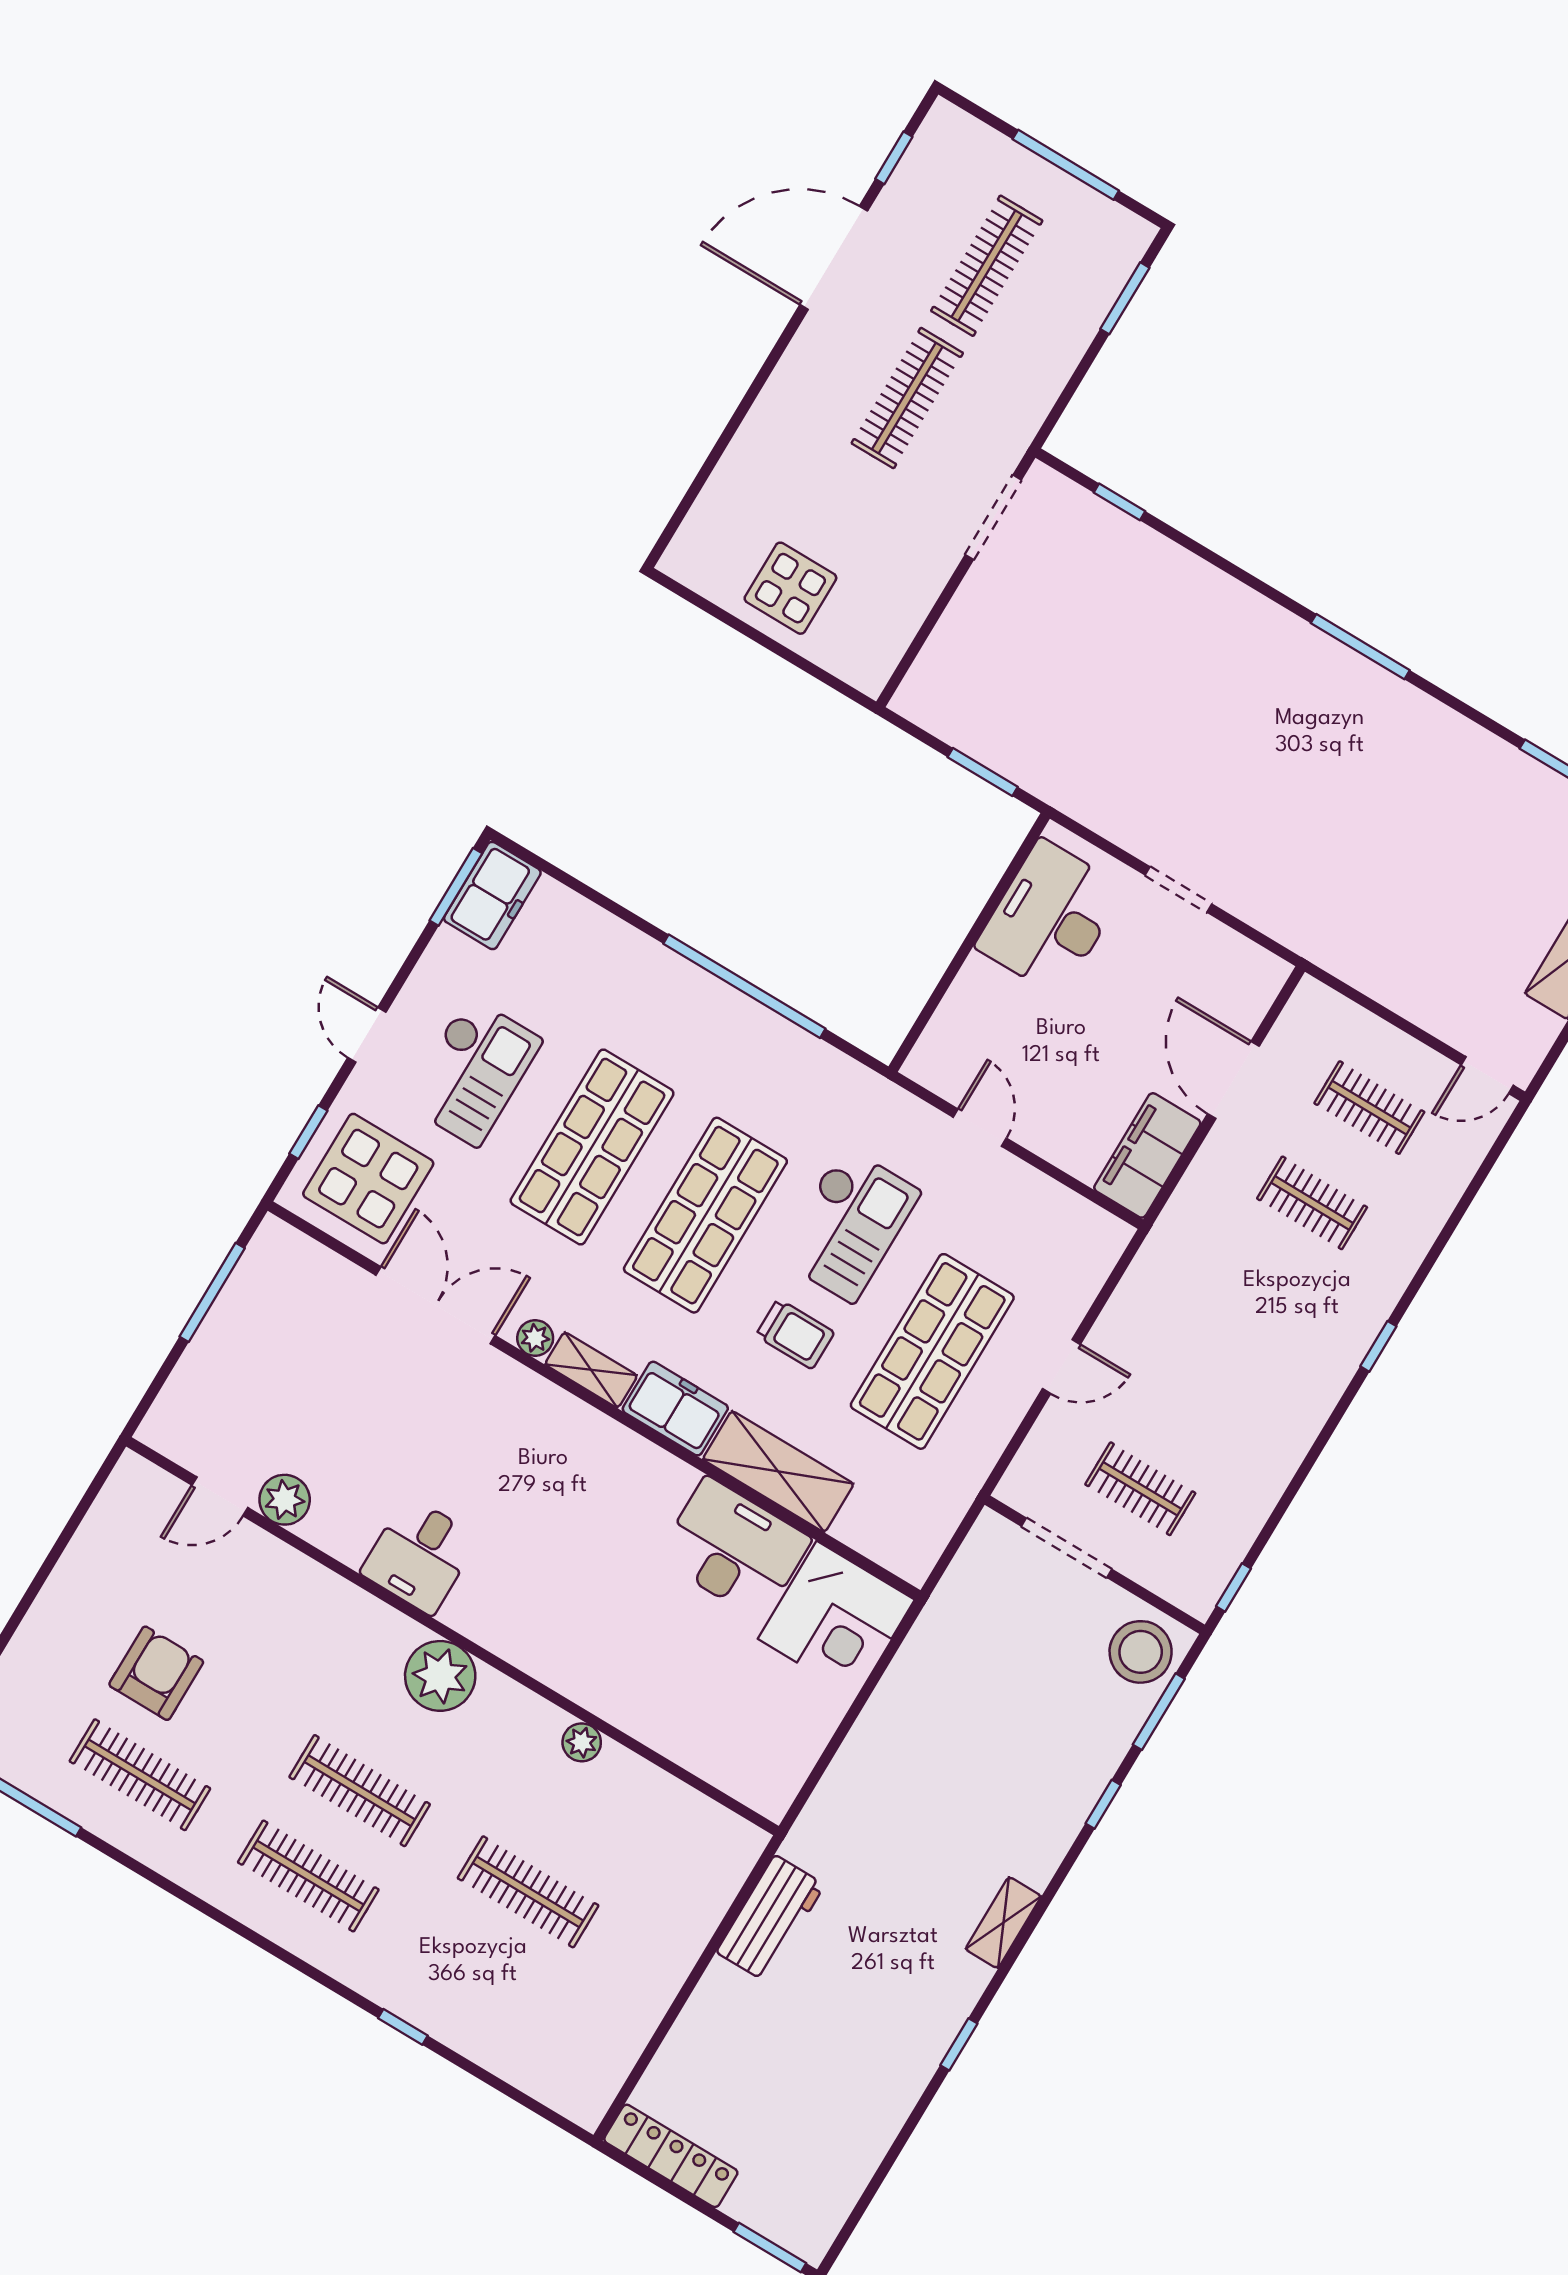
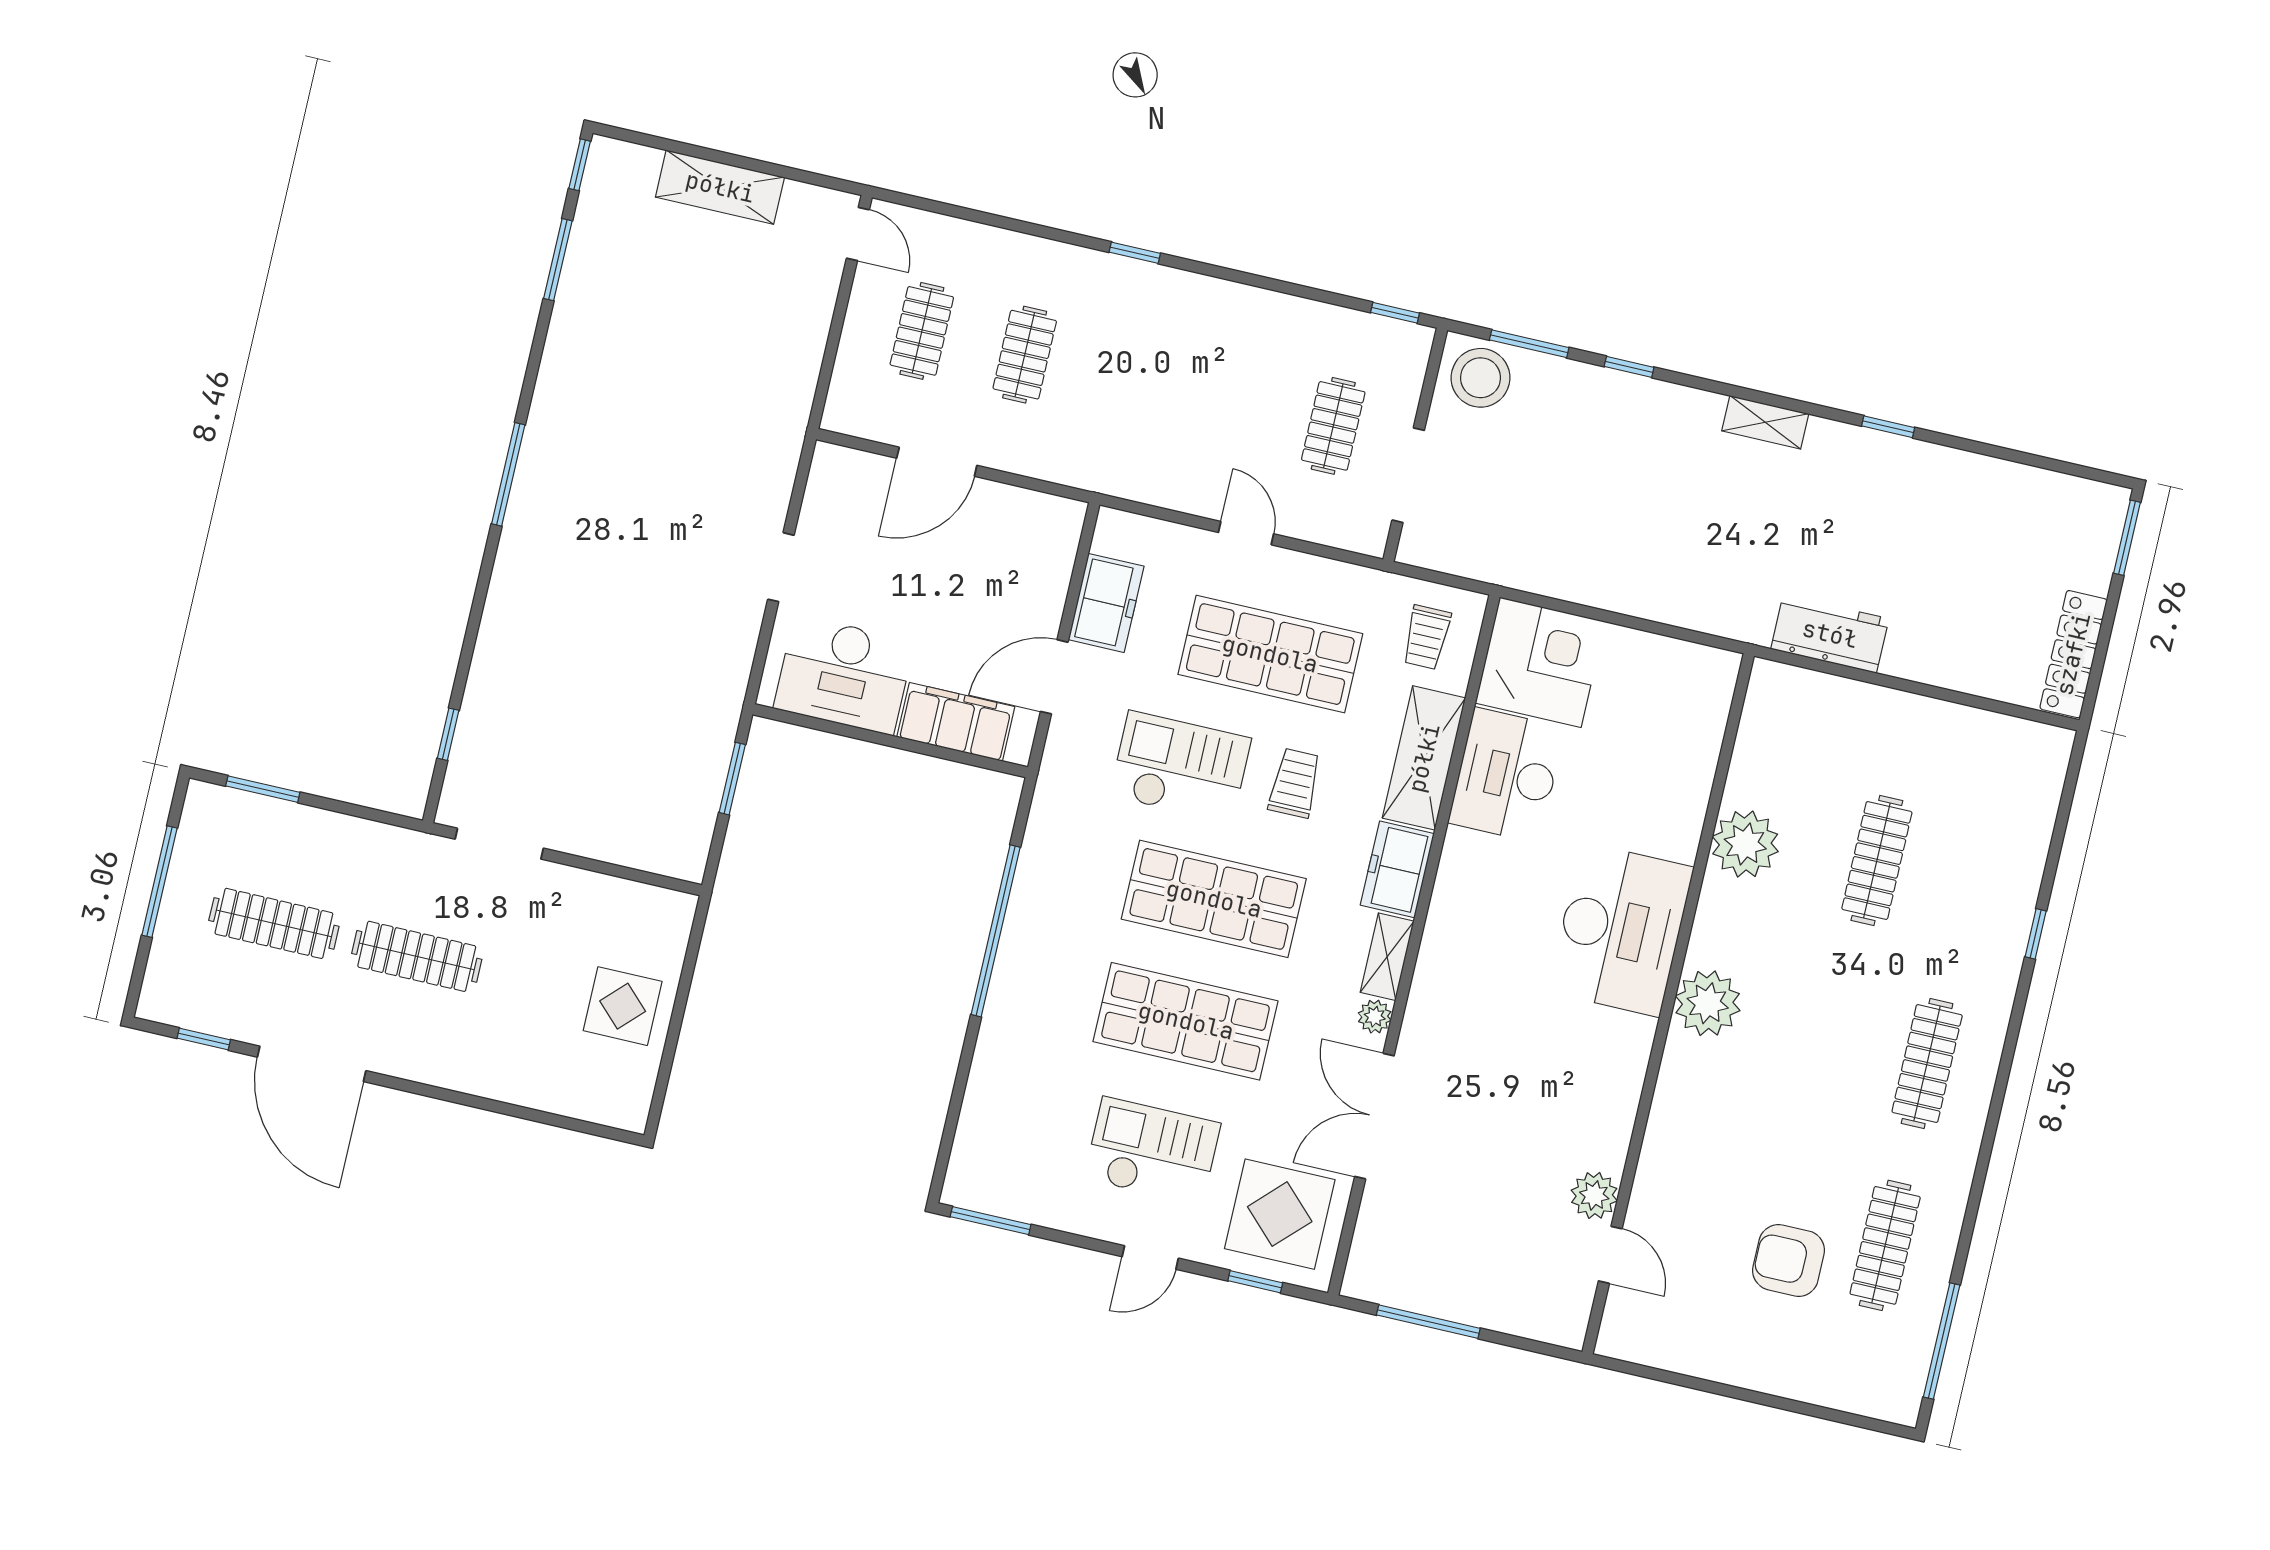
freezer: (492, 896) -> (1106, 603), moved, turned 90
door: (980, 1128) -> (1054, 677), width x1.38
filing cabinet: (1147, 1155) -> (956, 722), moved, turned 180
trolley: (898, 1513) -> (1427, 637), added
desk: (420, 1555) -> (1621, 929), moved, width x1.87, depth x1.30
plant: (582, 1742) -> (1745, 844), width x1.87, depth x1.87
clothes rail: (360, 1791) -> (1835, 1042), removed

